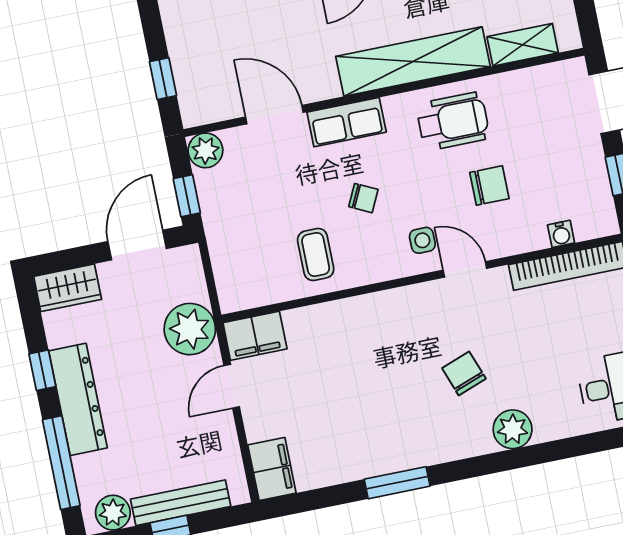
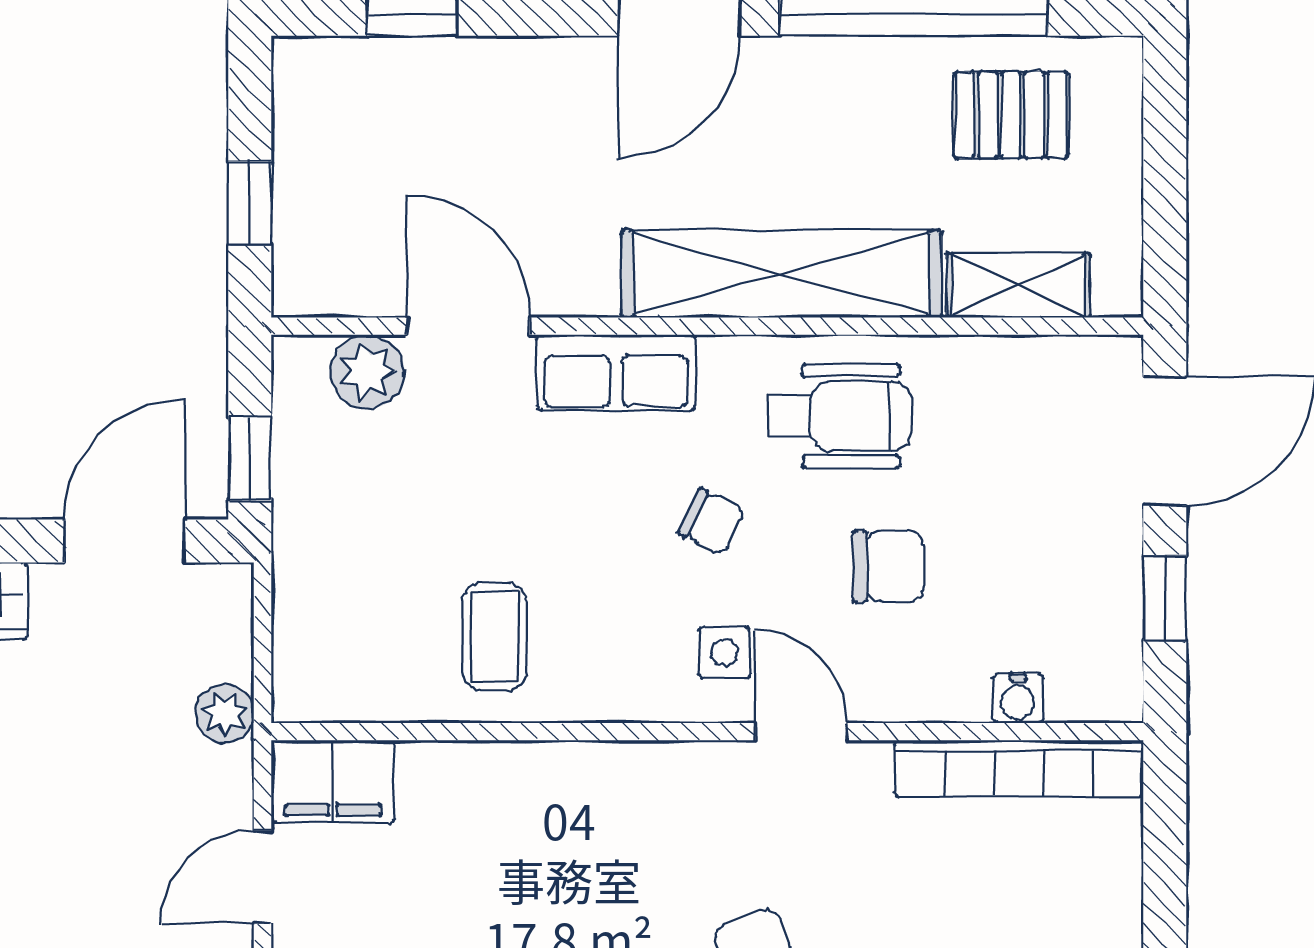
plant: (205, 150) -> (367, 372), moved
chair: (363, 198) -> (712, 521), moved
plant: (190, 329) -> (225, 714), width x0.53, depth x0.53

